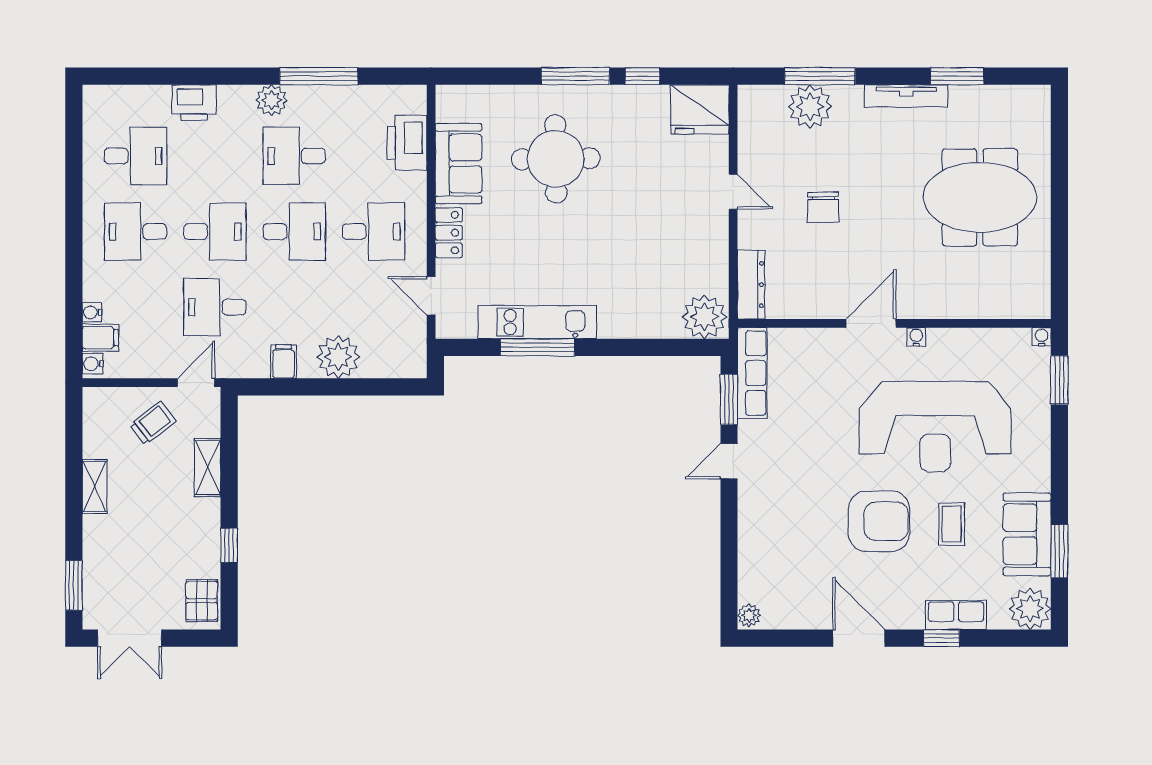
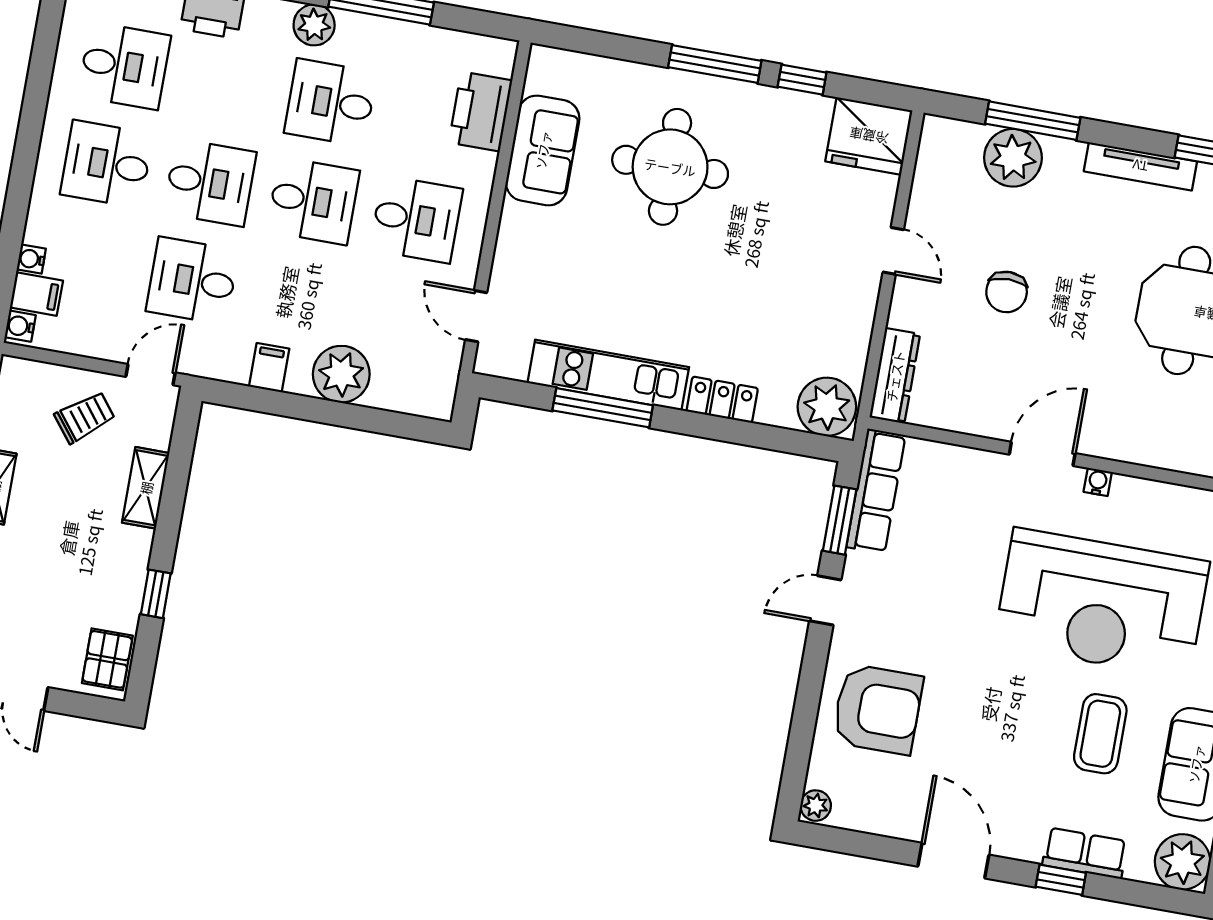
locker: (449, 233) -> (722, 400), moved, turned -90
armchair: (879, 521) -> (878, 709), moved
coffee table: (952, 524) -> (1100, 734), width x1.36, depth x1.30

